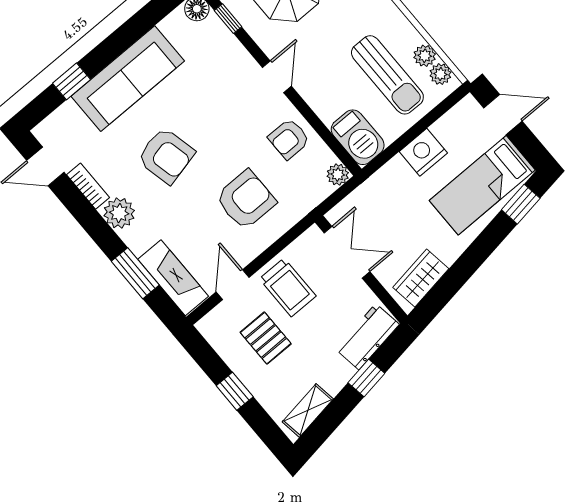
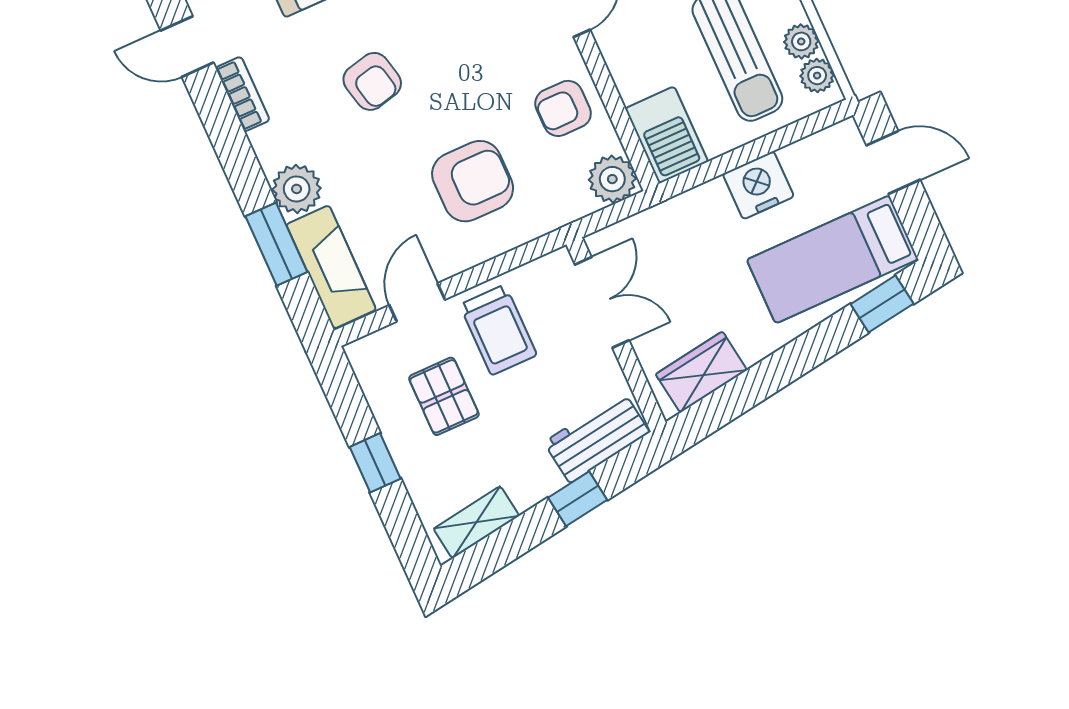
armchair: (166, 156) -> (372, 81), width x0.72, depth x0.72
plant: (338, 175) -> (612, 179), width x1.38, depth x1.38
plant: (119, 213) -> (297, 189), moved

